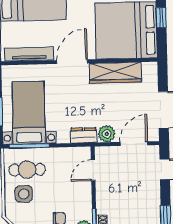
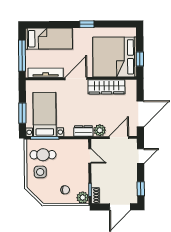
window: (161, 18) -> (140, 59), moved
door: (93, 170) -> (90, 156), swing flipped

